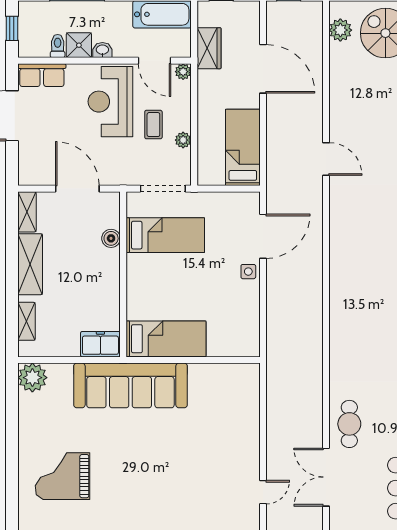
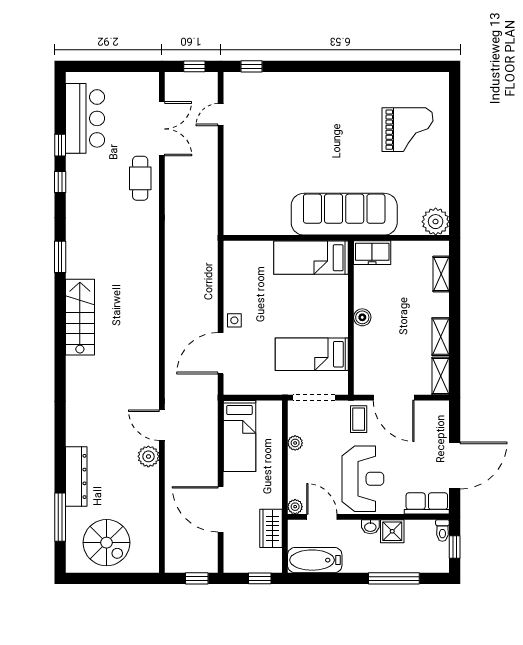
plant: (340, 30) -> (148, 456), moved
toilet: (58, 46) -> (442, 531), moved
coffee table: (153, 125) -> (359, 419), moved
boiler: (111, 238) -> (362, 317), moved
shelving: (30, 264) -> (441, 337), width x0.67, depth x0.75

